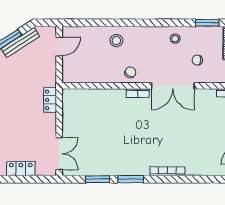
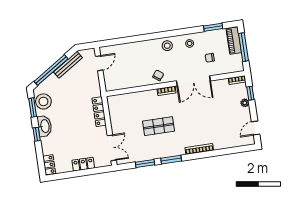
stool: (116, 41) -> (167, 46), moved
locker: (50, 100) -> (99, 112), width x1.53
shop shelf: (121, 135) -> (159, 126), added

